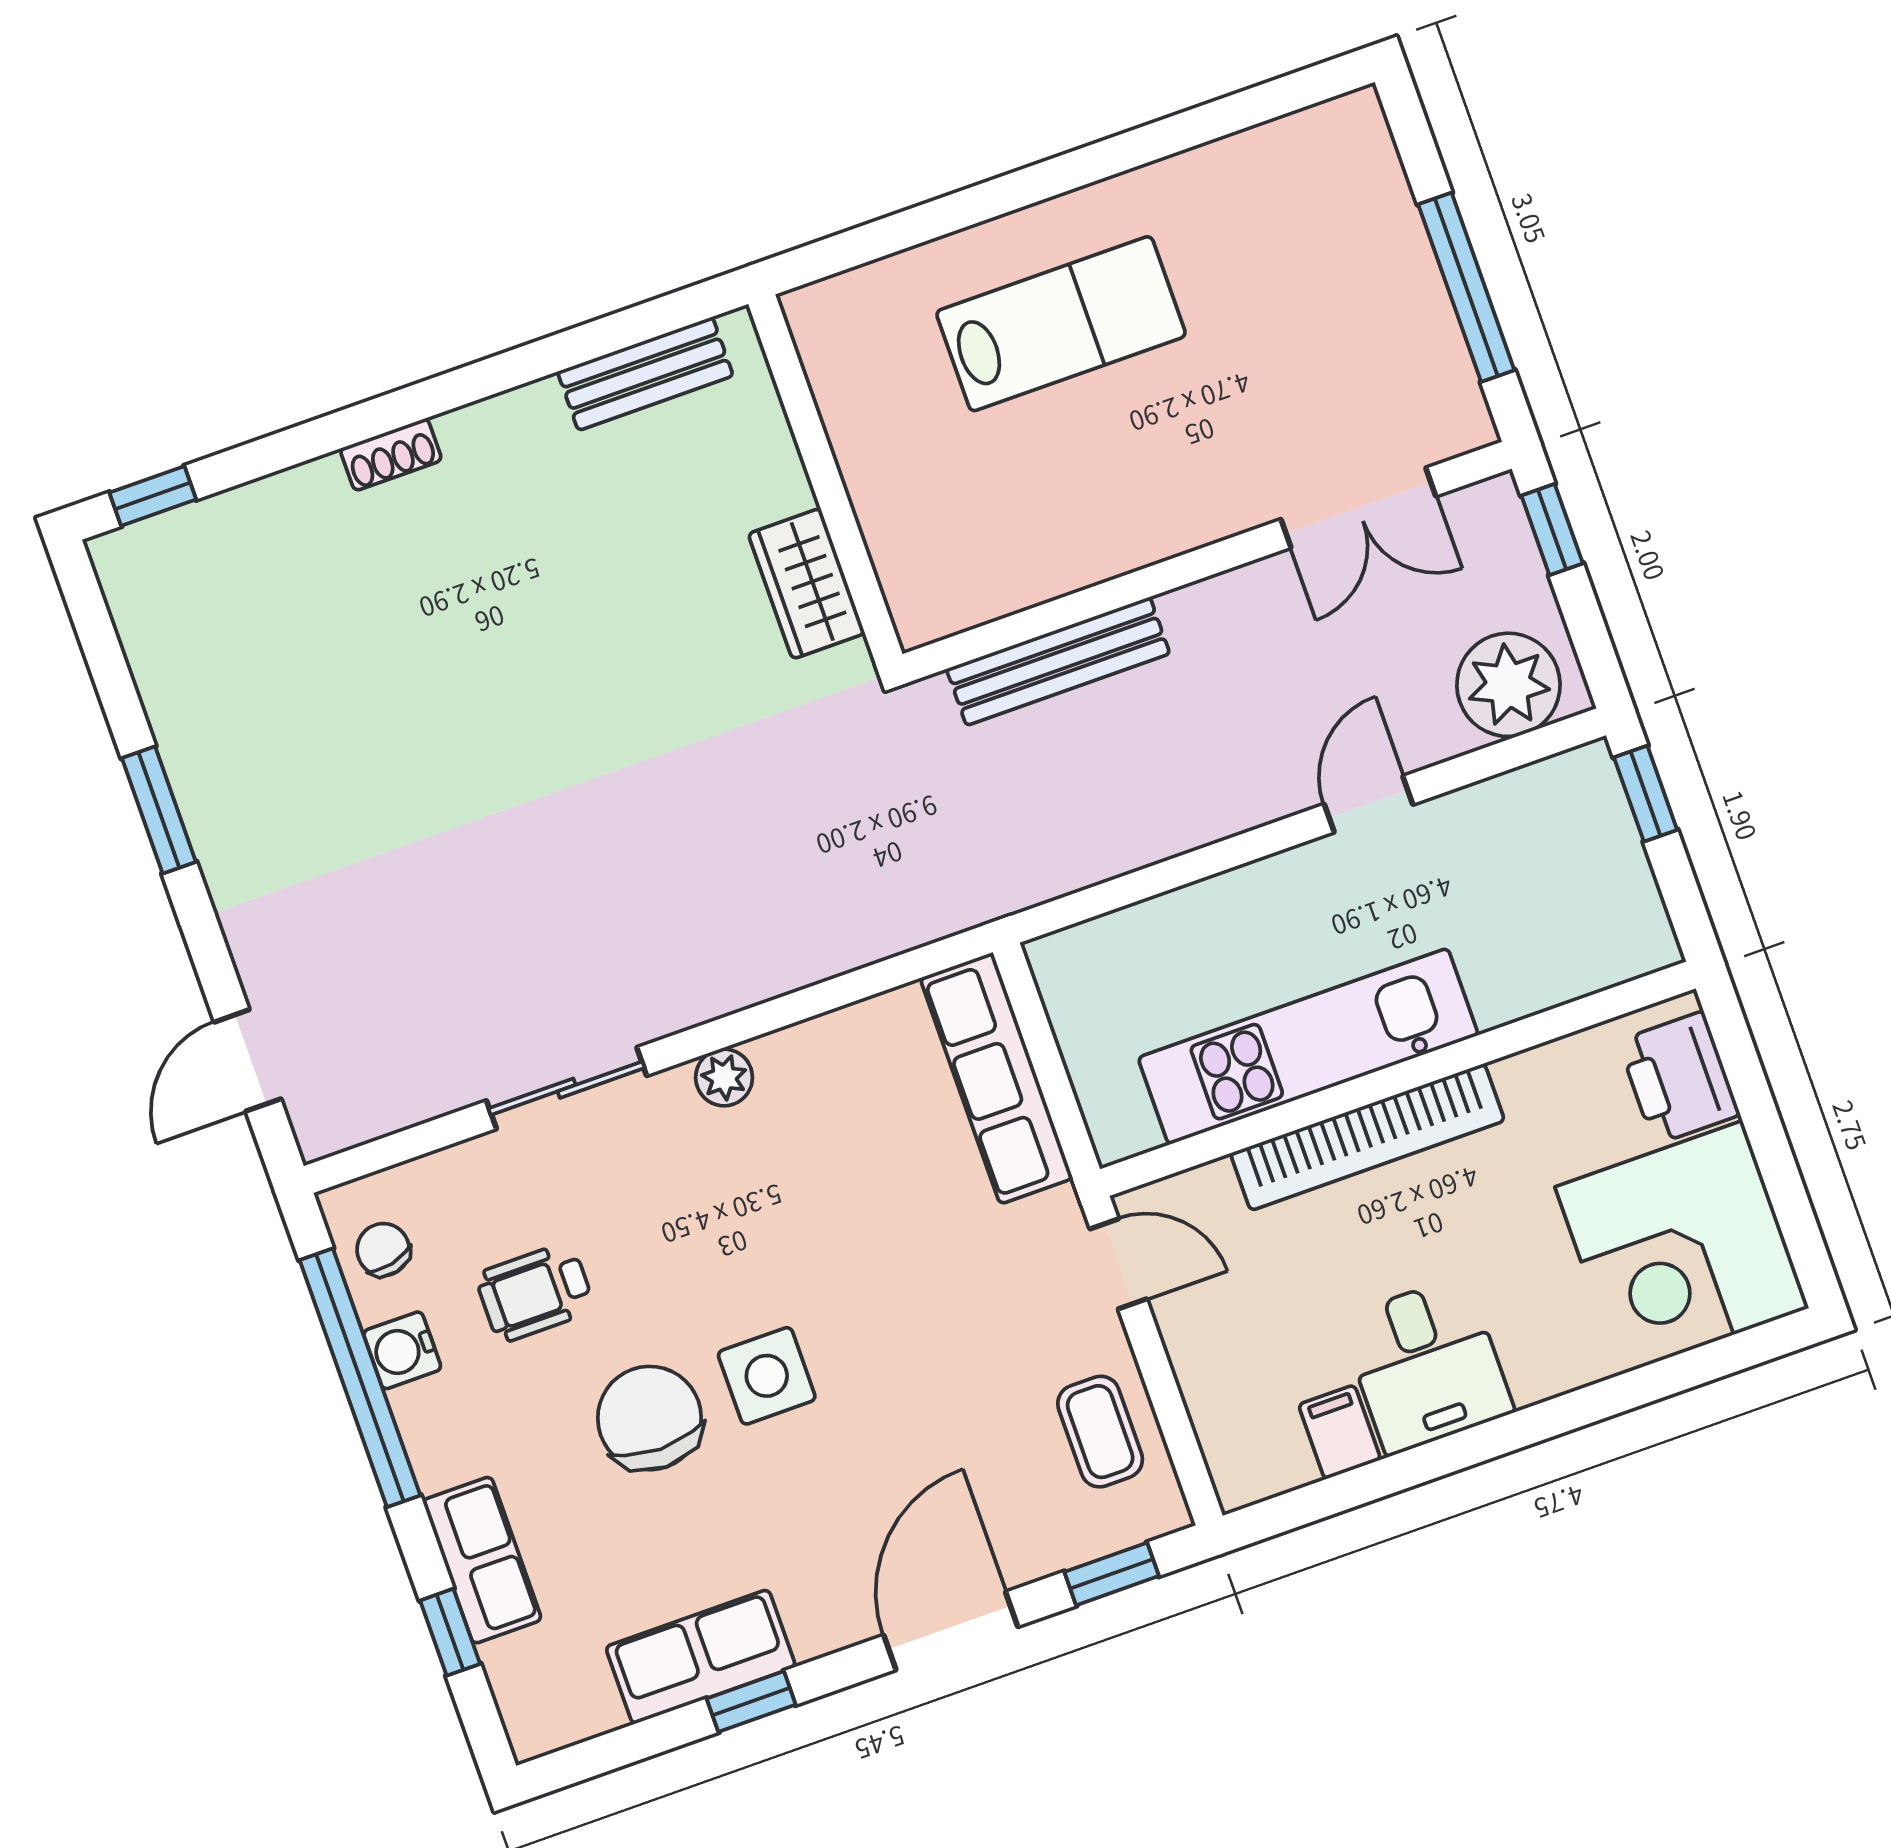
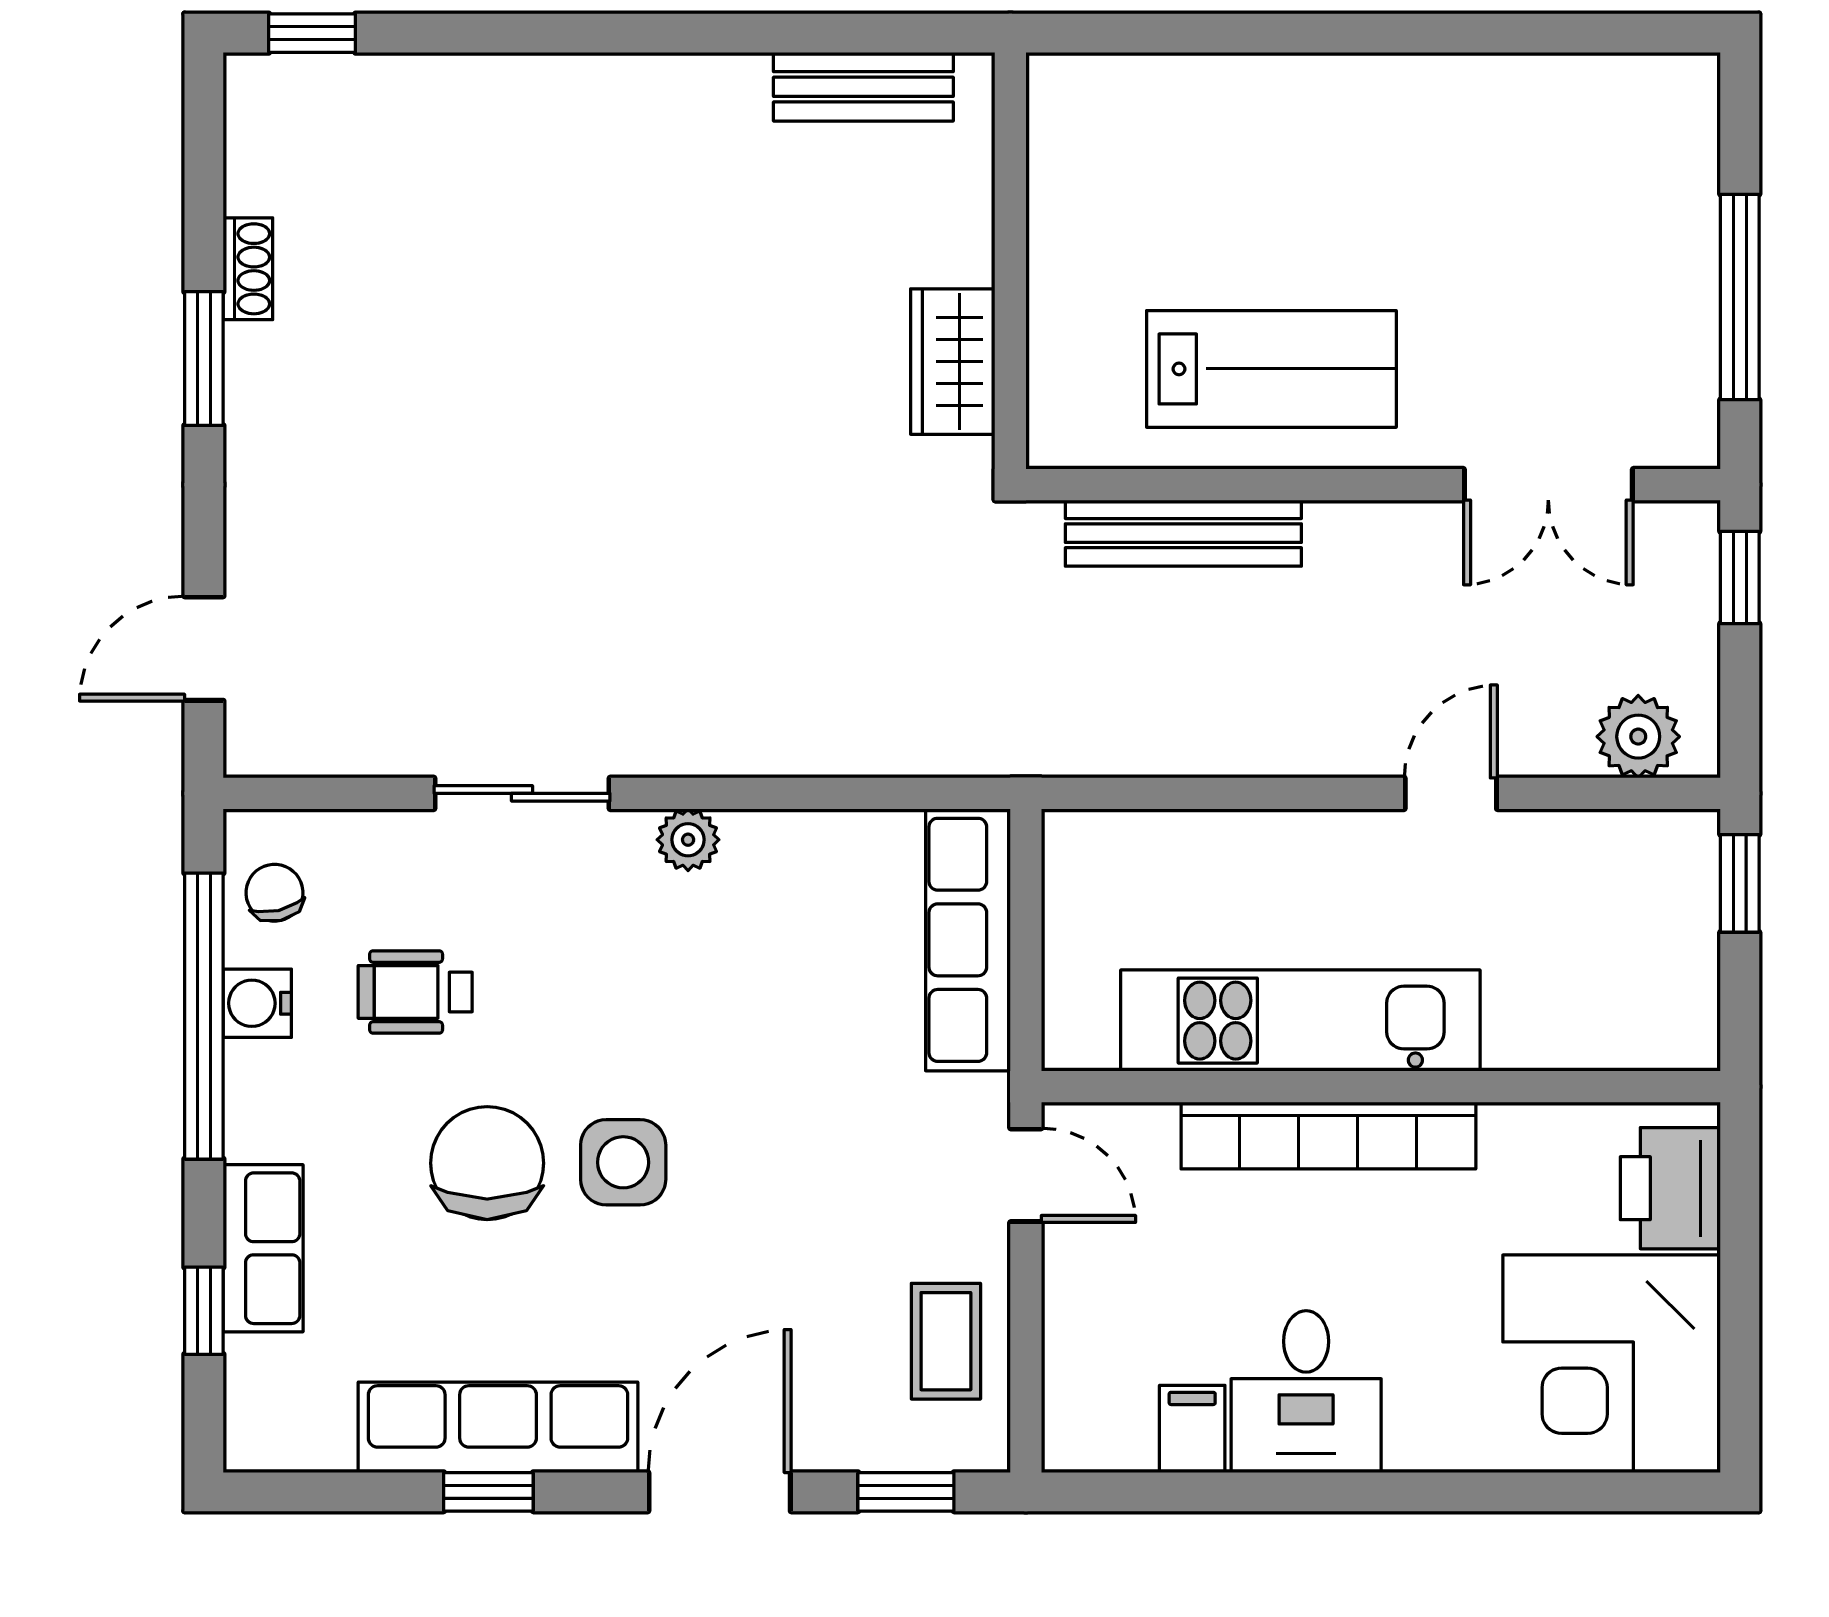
lab bench: (1061, 324) -> (1271, 369), moved
shoe rack: (391, 454) -> (248, 269), moved, turned -90
plant: (1508, 685) -> (1638, 737), width x0.73, depth x0.73
row of seats: (701, 1657) -> (498, 1427), width x1.48

